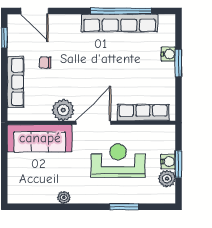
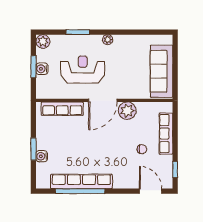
sofa: (40, 138) -> (162, 71), moved, turned -90
reception desk: (118, 161) -> (83, 70), turned 180
plant: (167, 179) -> (43, 41), moved
plant: (64, 197) -> (108, 40), moved

